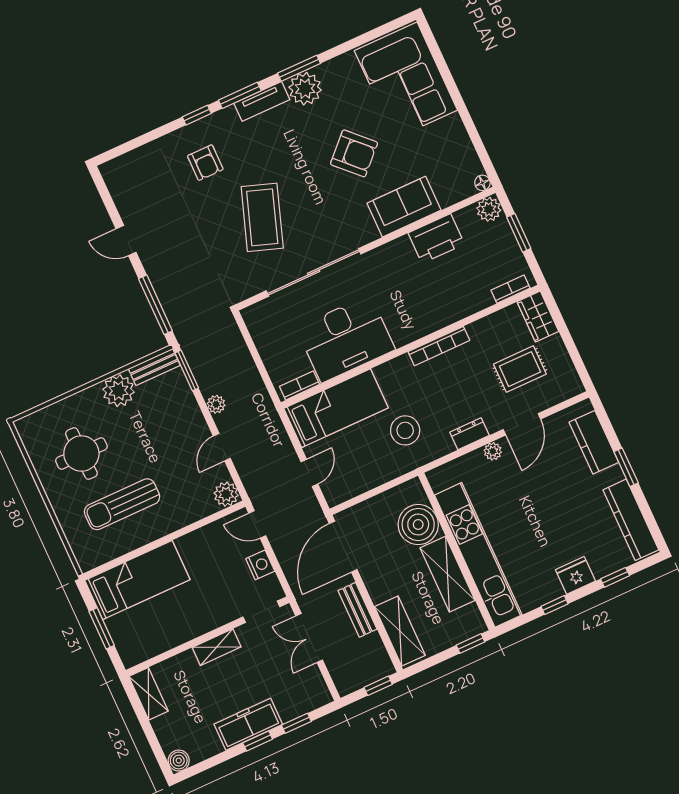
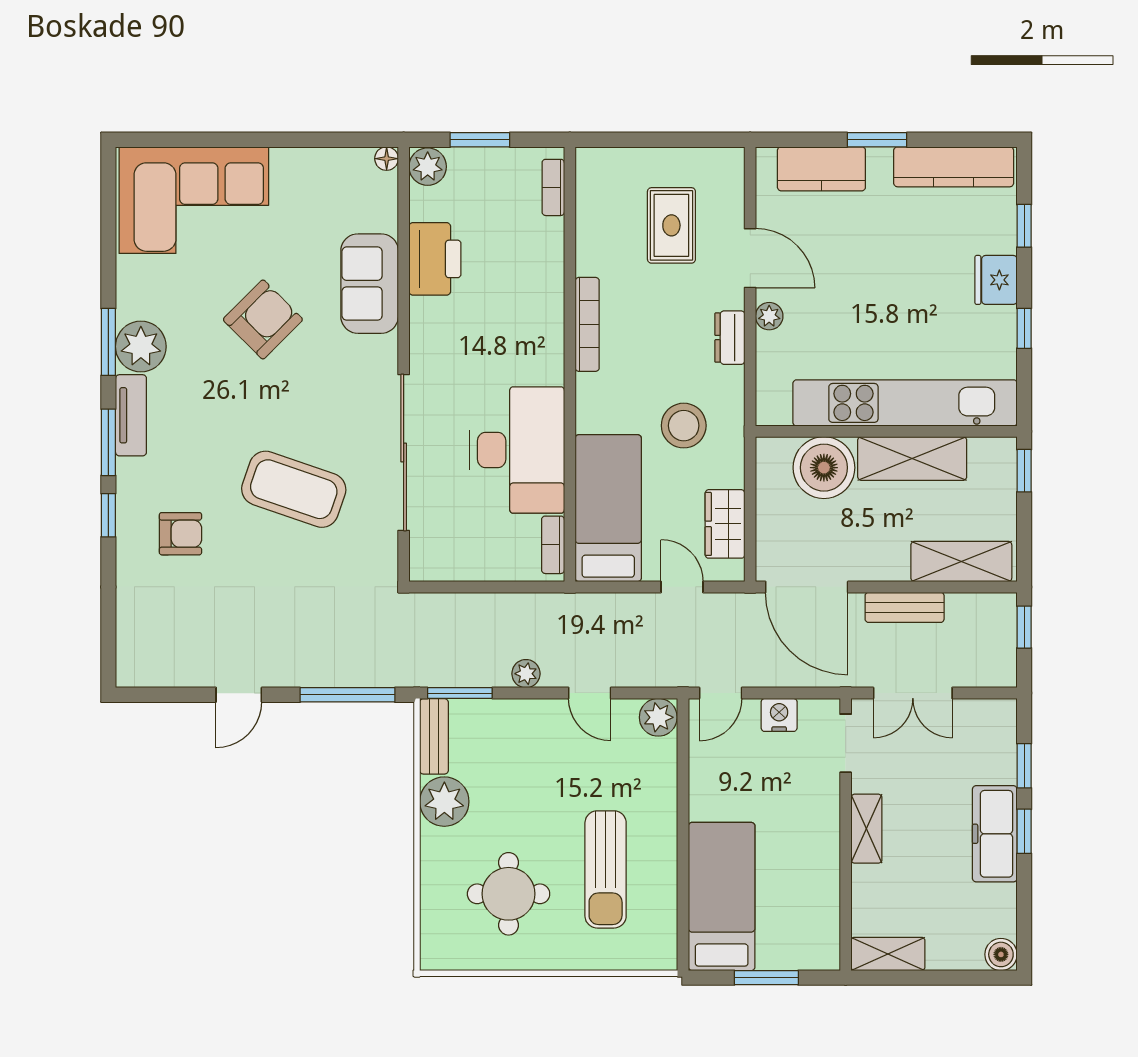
wardrobe: (538, 317) -> (725, 524), moved, turned 90

